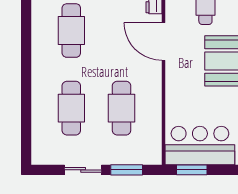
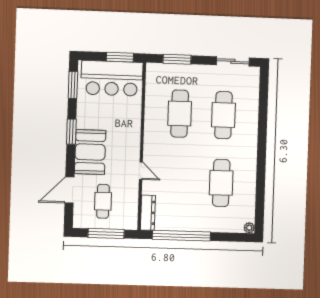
door: (163, 41) -> (141, 171), width x0.53
sliding door: (83, 170) -> (233, 61), moved

